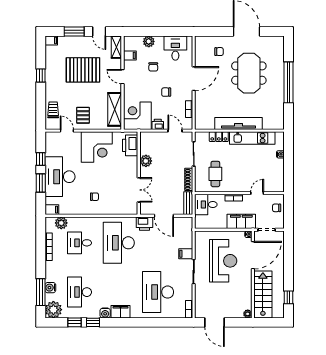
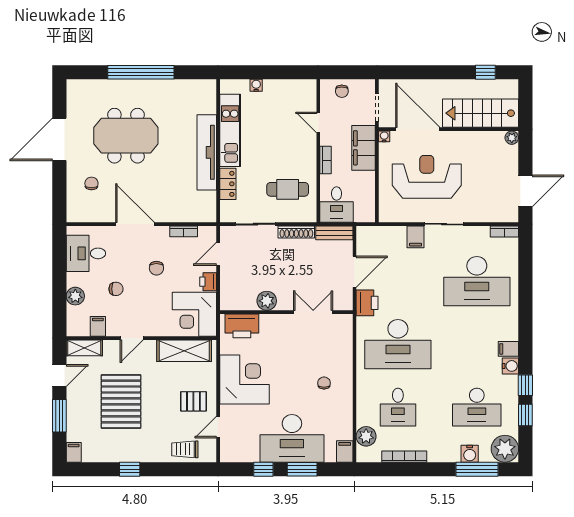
filing cabinet: (121, 312) -> (508, 349), width x0.50

